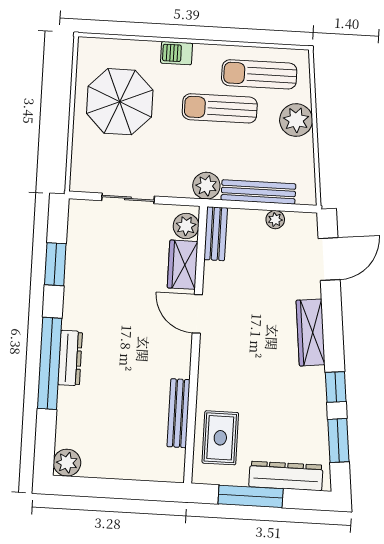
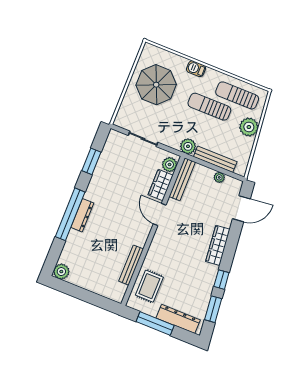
bench: (216, 234) -> (182, 179), width x1.36

